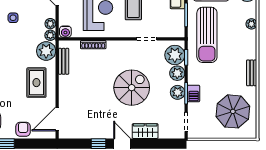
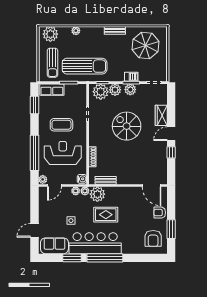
rug: (36, 83) -> (106, 215), moved

